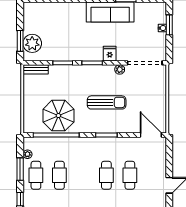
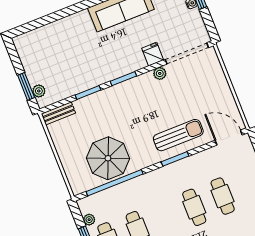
plant: (32, 43) -> (39, 91), width x0.53, depth x0.53
fridge: (110, 54) -> (153, 54), moved
sun lounger: (107, 102) -> (178, 135), moved

